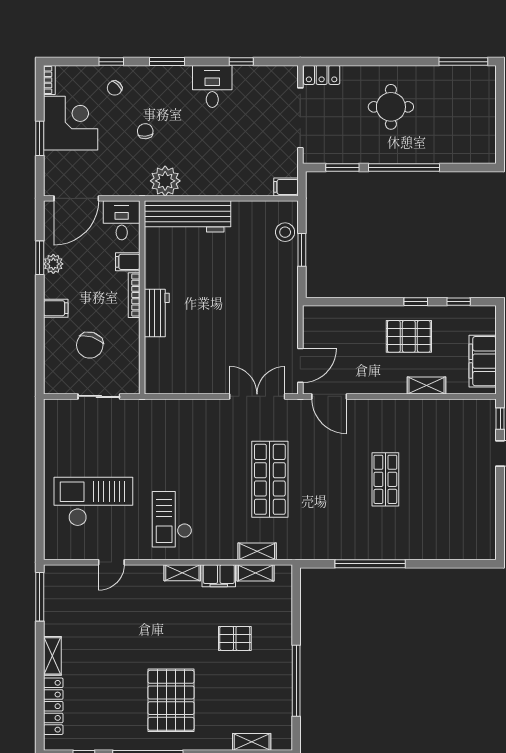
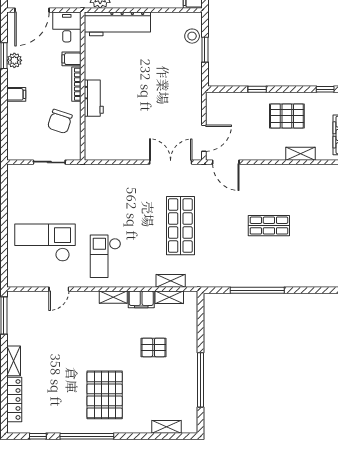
window: (416, 302) -> (257, 89), moved
chair: (90, 345) -> (60, 121), moved
shop shelf: (385, 479) -> (269, 226), turned 90

